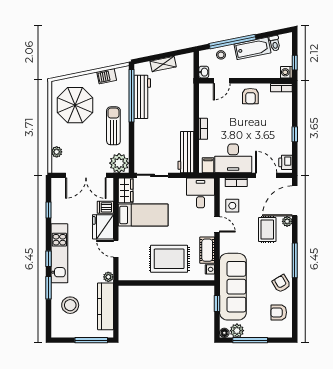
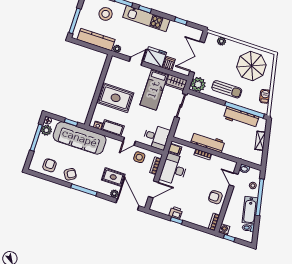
workbench: (186, 152) -> (208, 142), moved
printer: (286, 162) -> (176, 213), moved
rug: (169, 259) -> (116, 98), turned 90

